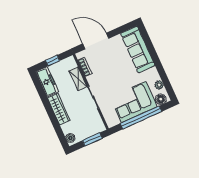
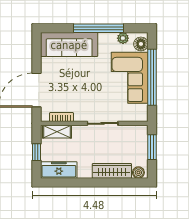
window: (158, 65) -> (99, 28), added
shelving: (78, 79) -> (57, 132), moved
wardrobe: (59, 109) -> (112, 171), moved

